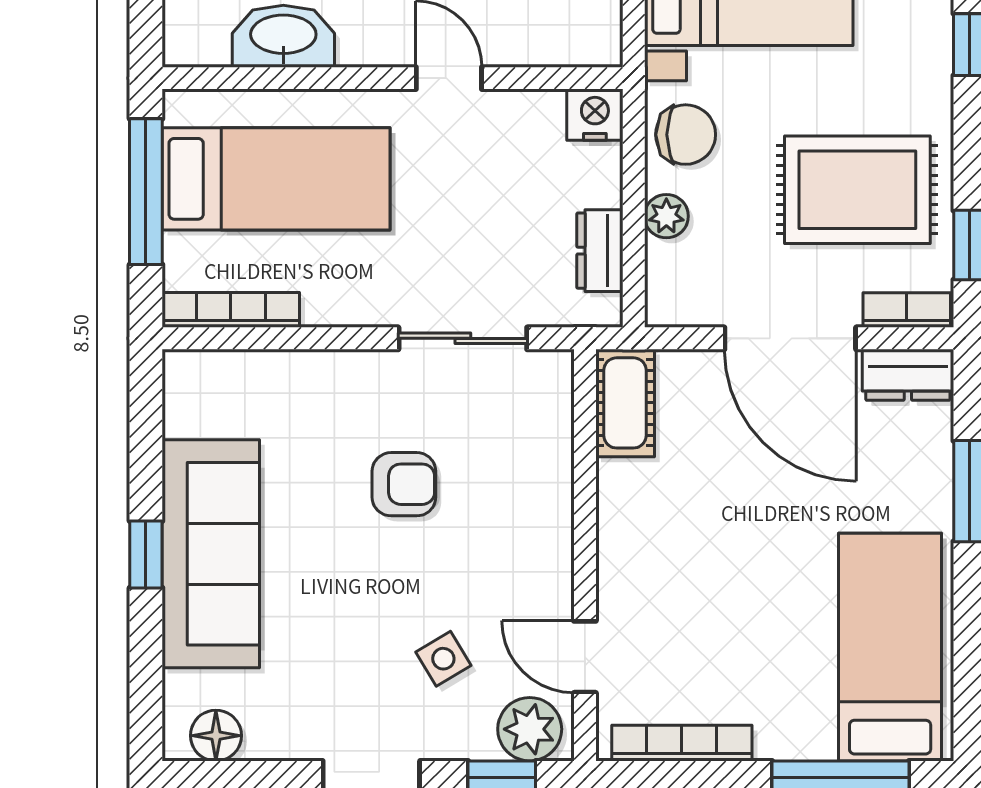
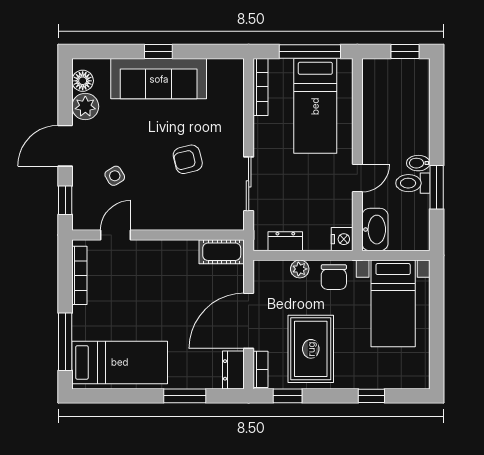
washbasin: (283, 36) -> (375, 230), moved
armchair: (404, 484) -> (188, 159), turned 76
plant: (530, 729) -> (85, 107), moved

